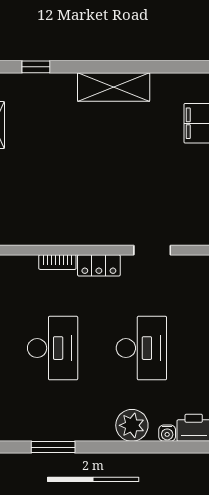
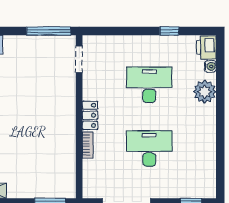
doorway: (152, 250) -> (79, 59), moved
window: (53, 447) -> (220, 148), removed

